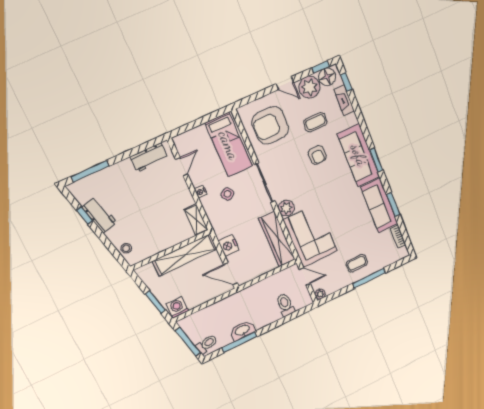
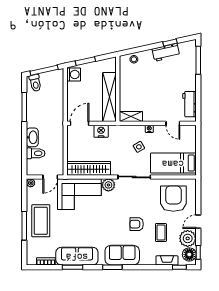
sofa: (359, 155) -> (122, 255), width x0.73
coffee table: (357, 263) -> (41, 221), width x1.86, depth x1.72
washbasin: (242, 330) -> (32, 137), moved

